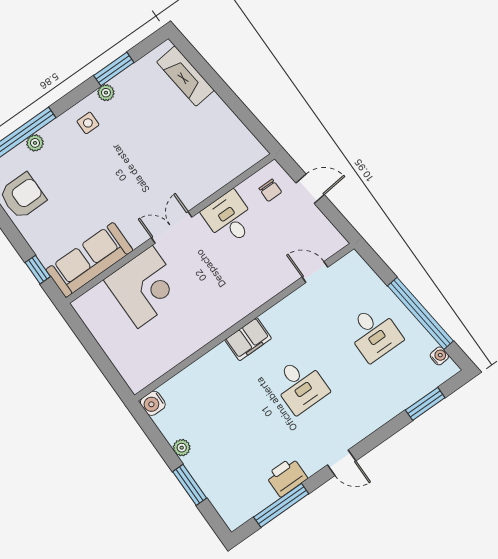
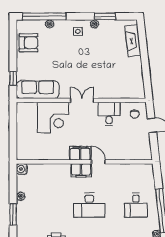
door: (315, 272) -> (98, 162), moved
filing cabinet: (227, 313) -> (80, 153), added
desk: (300, 385) -> (89, 205), width x1.37

